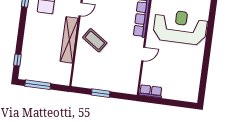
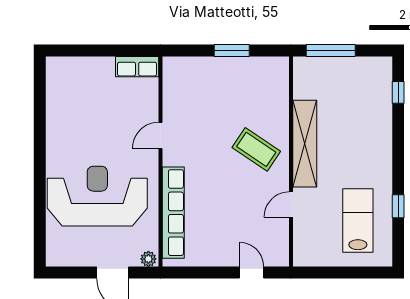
reception desk: (180, 27) -> (97, 196), turned 180
window: (38, 85) -> (331, 50), moved

